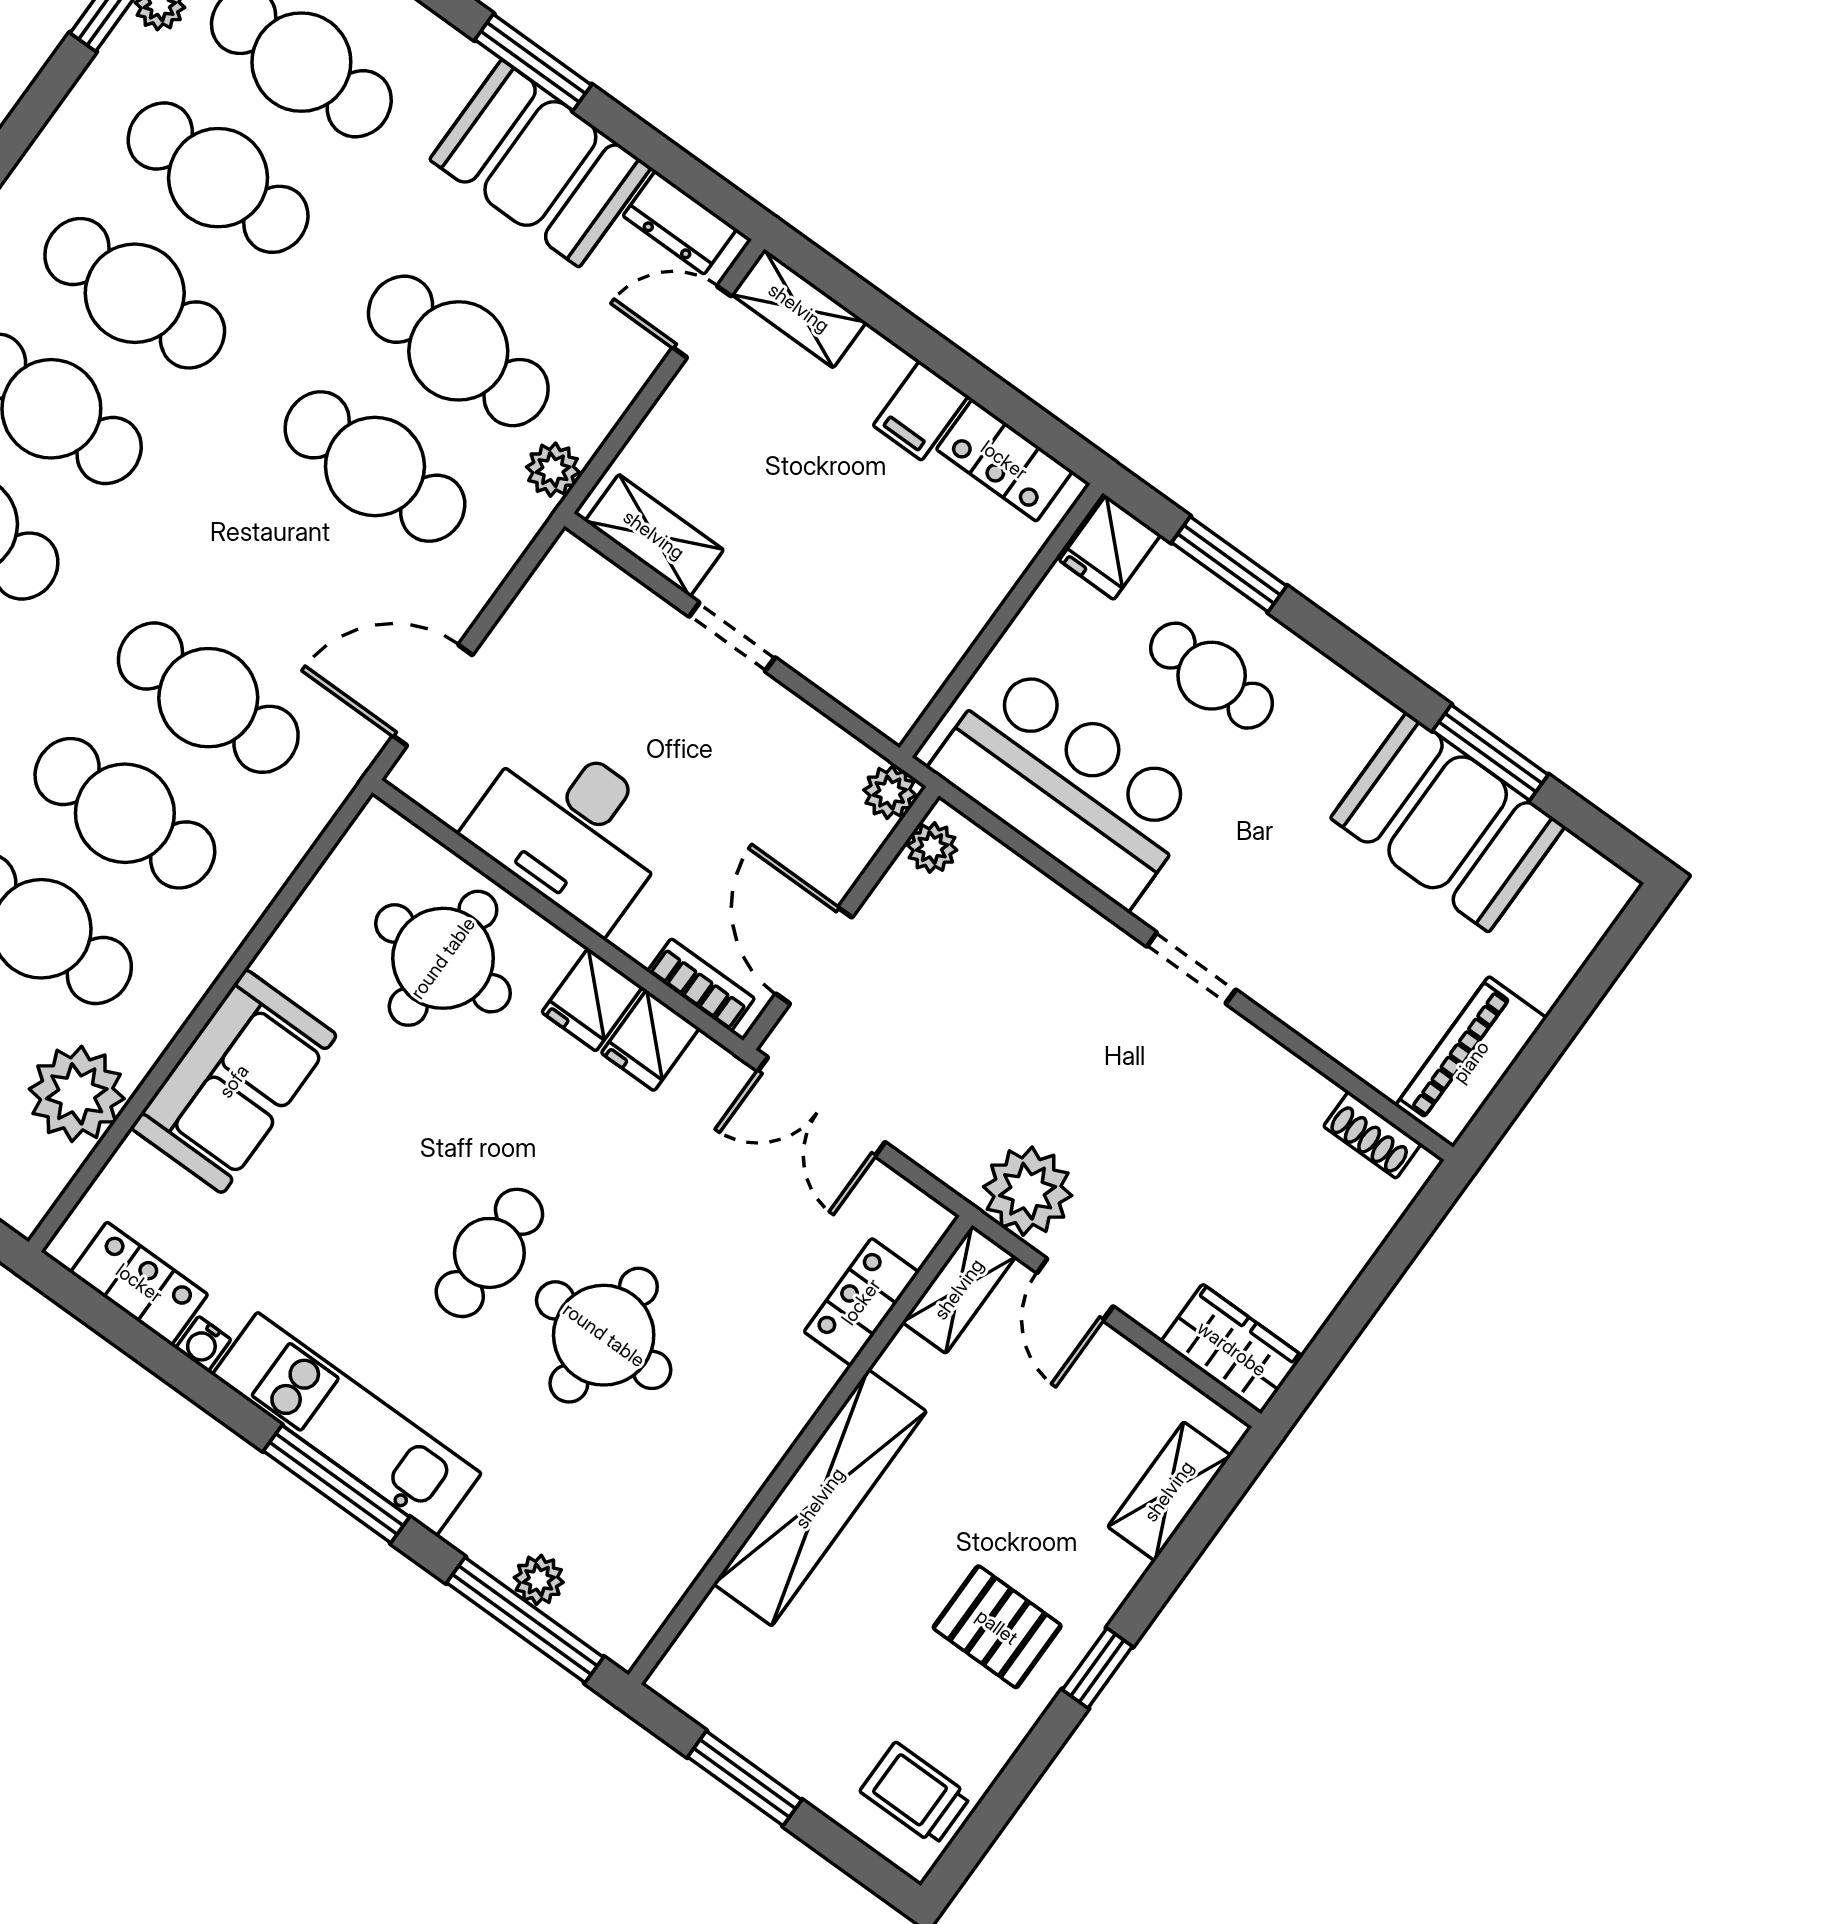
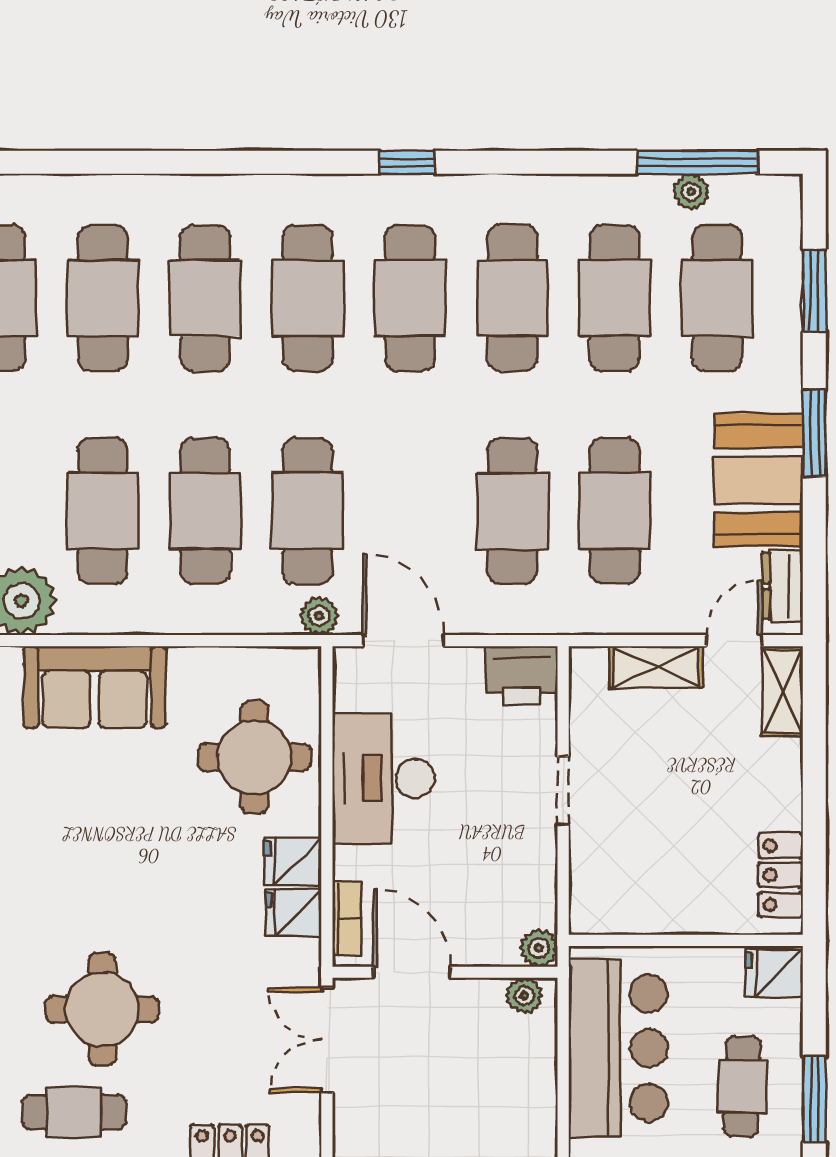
door: (702, 322) -> (734, 641), hinge flipped
filing cabinet: (921, 411) -> (774, 805), removed
plant: (553, 470) -> (319, 616), moved
shelving: (654, 535) -> (656, 667), moved, turned 90
window: (1229, 564) -> (814, 1099), moved
printer: (569, 590) -> (522, 676), added
door: (814, 956) -> (412, 972), hinge flipped
cafe table: (489, 1253) -> (74, 1112), moved

